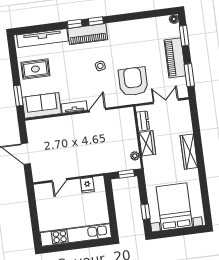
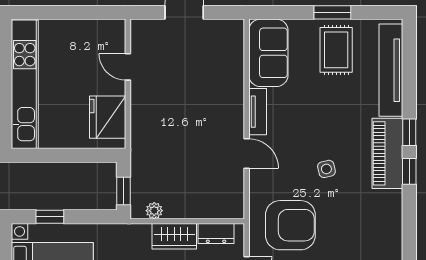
window: (18, 96) -> (332, 12), moved
fridge: (87, 185) -> (108, 117), width x1.88, depth x1.34

